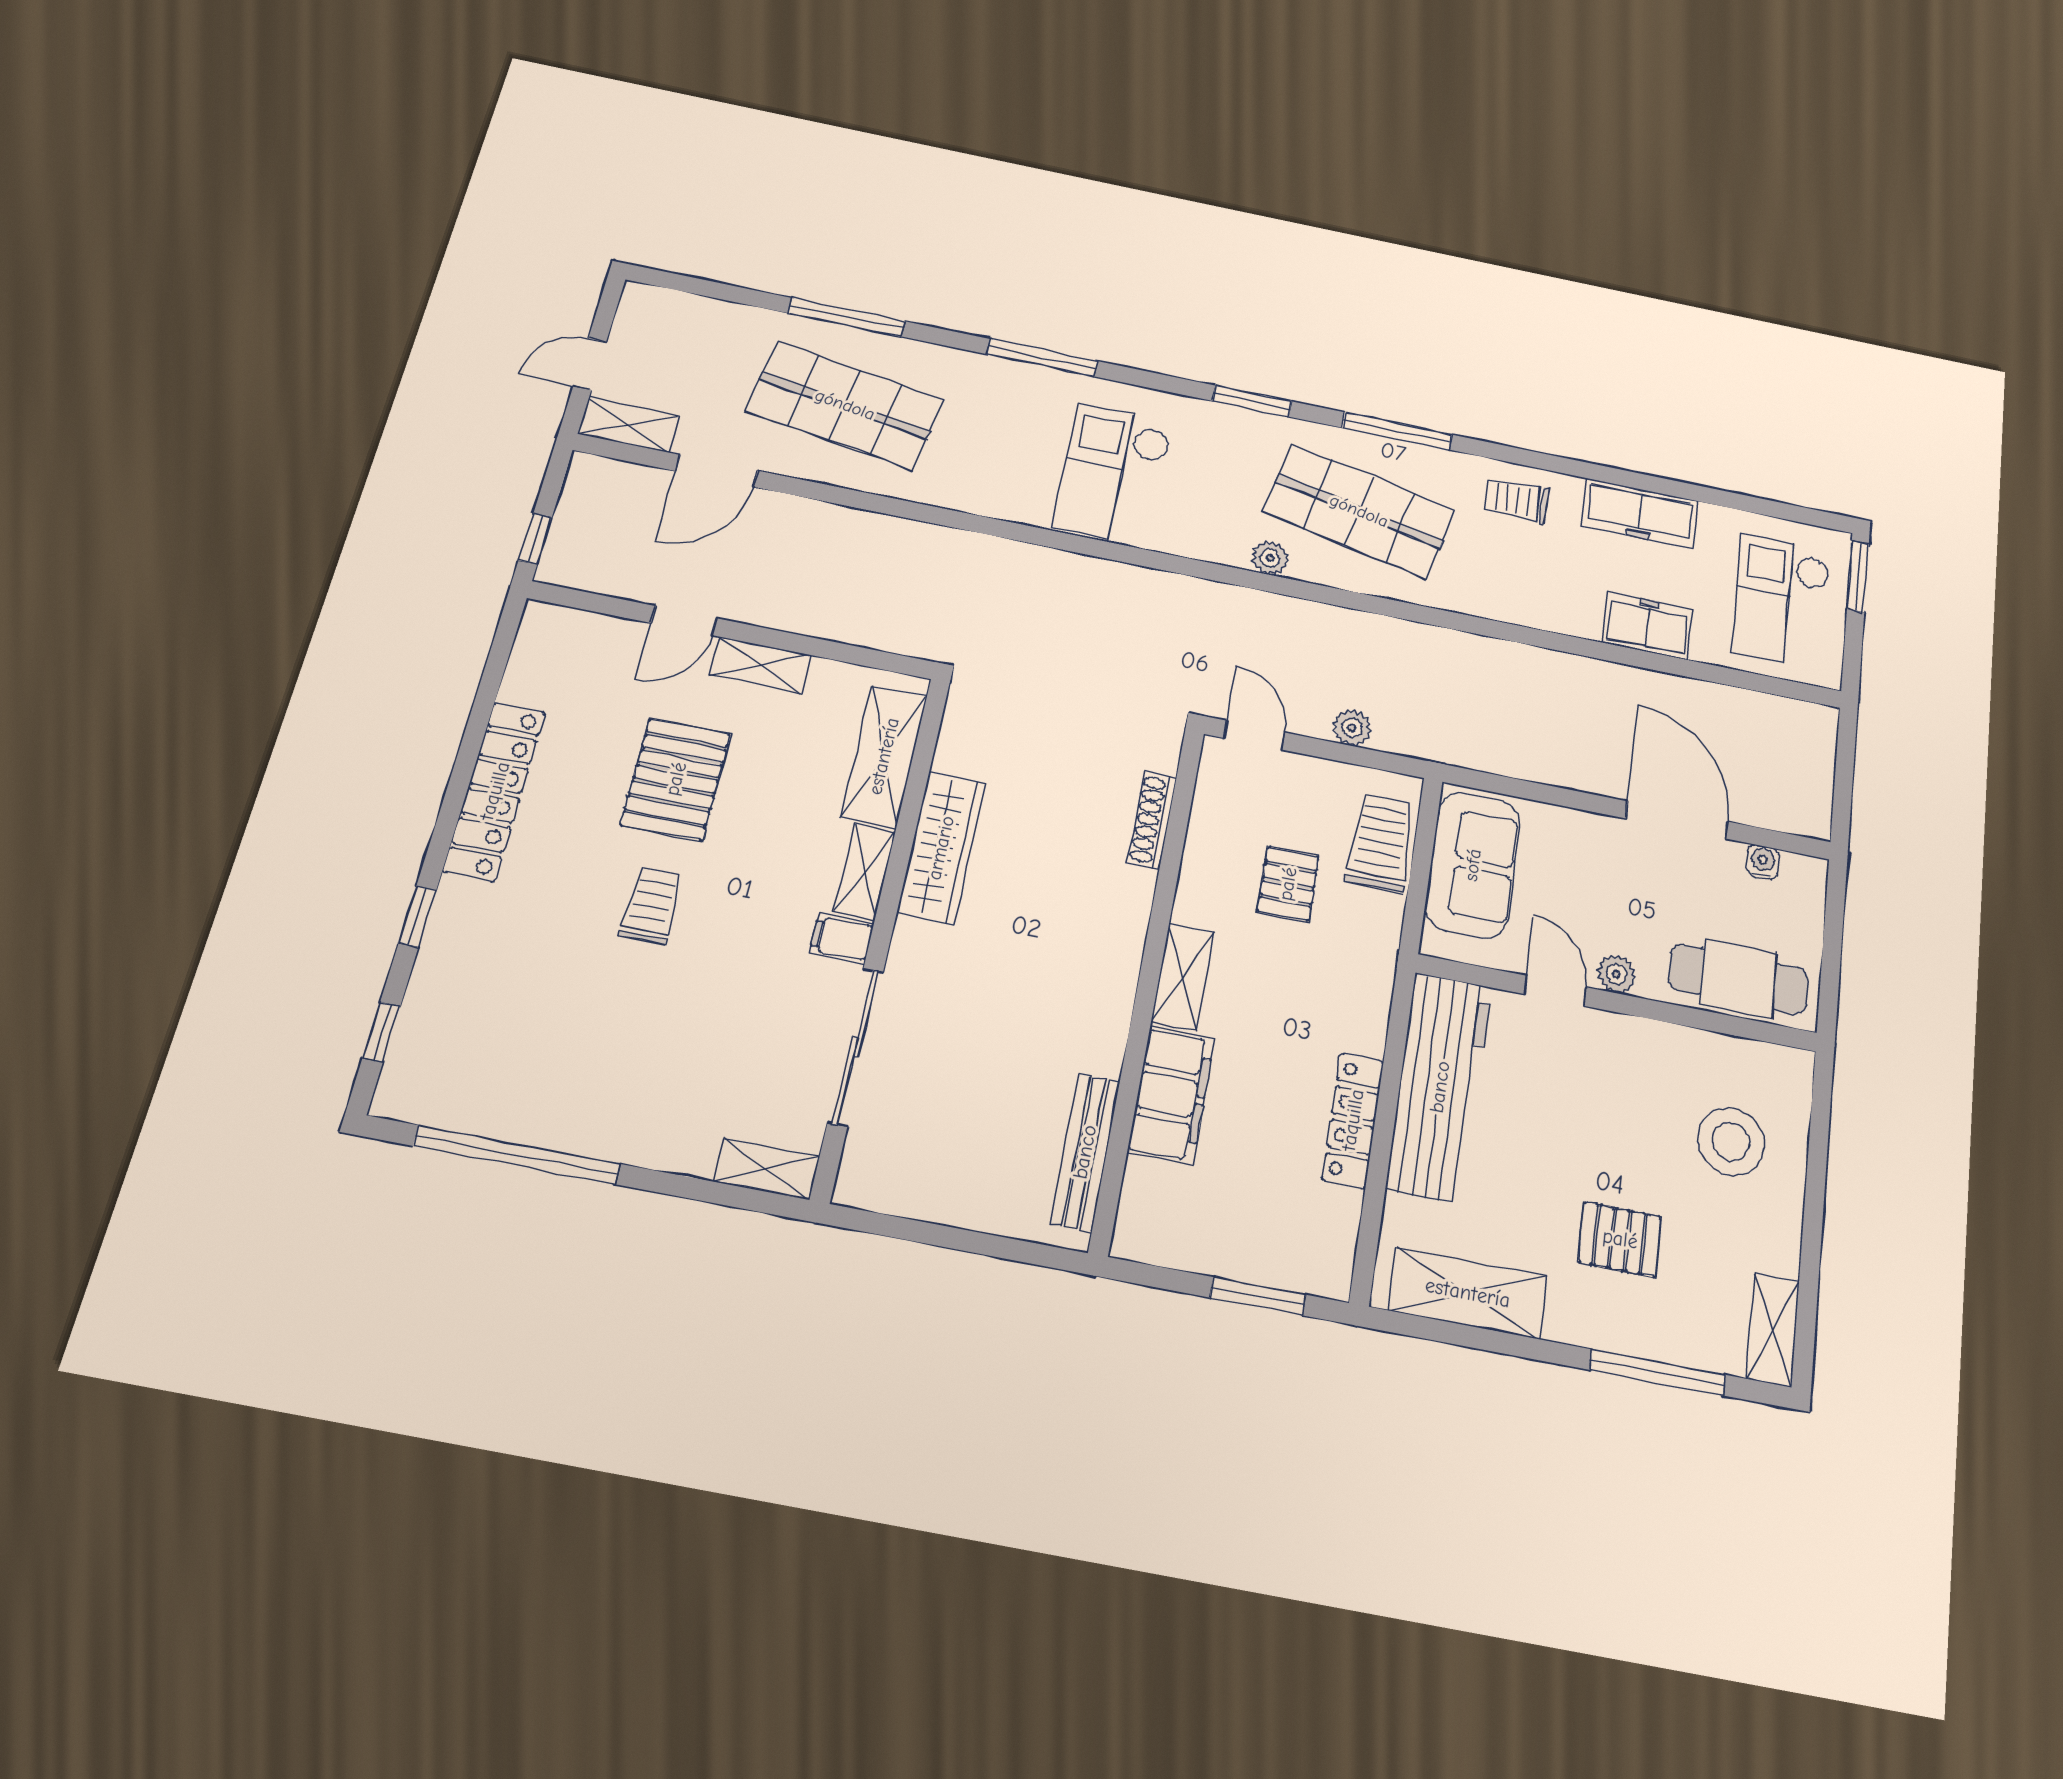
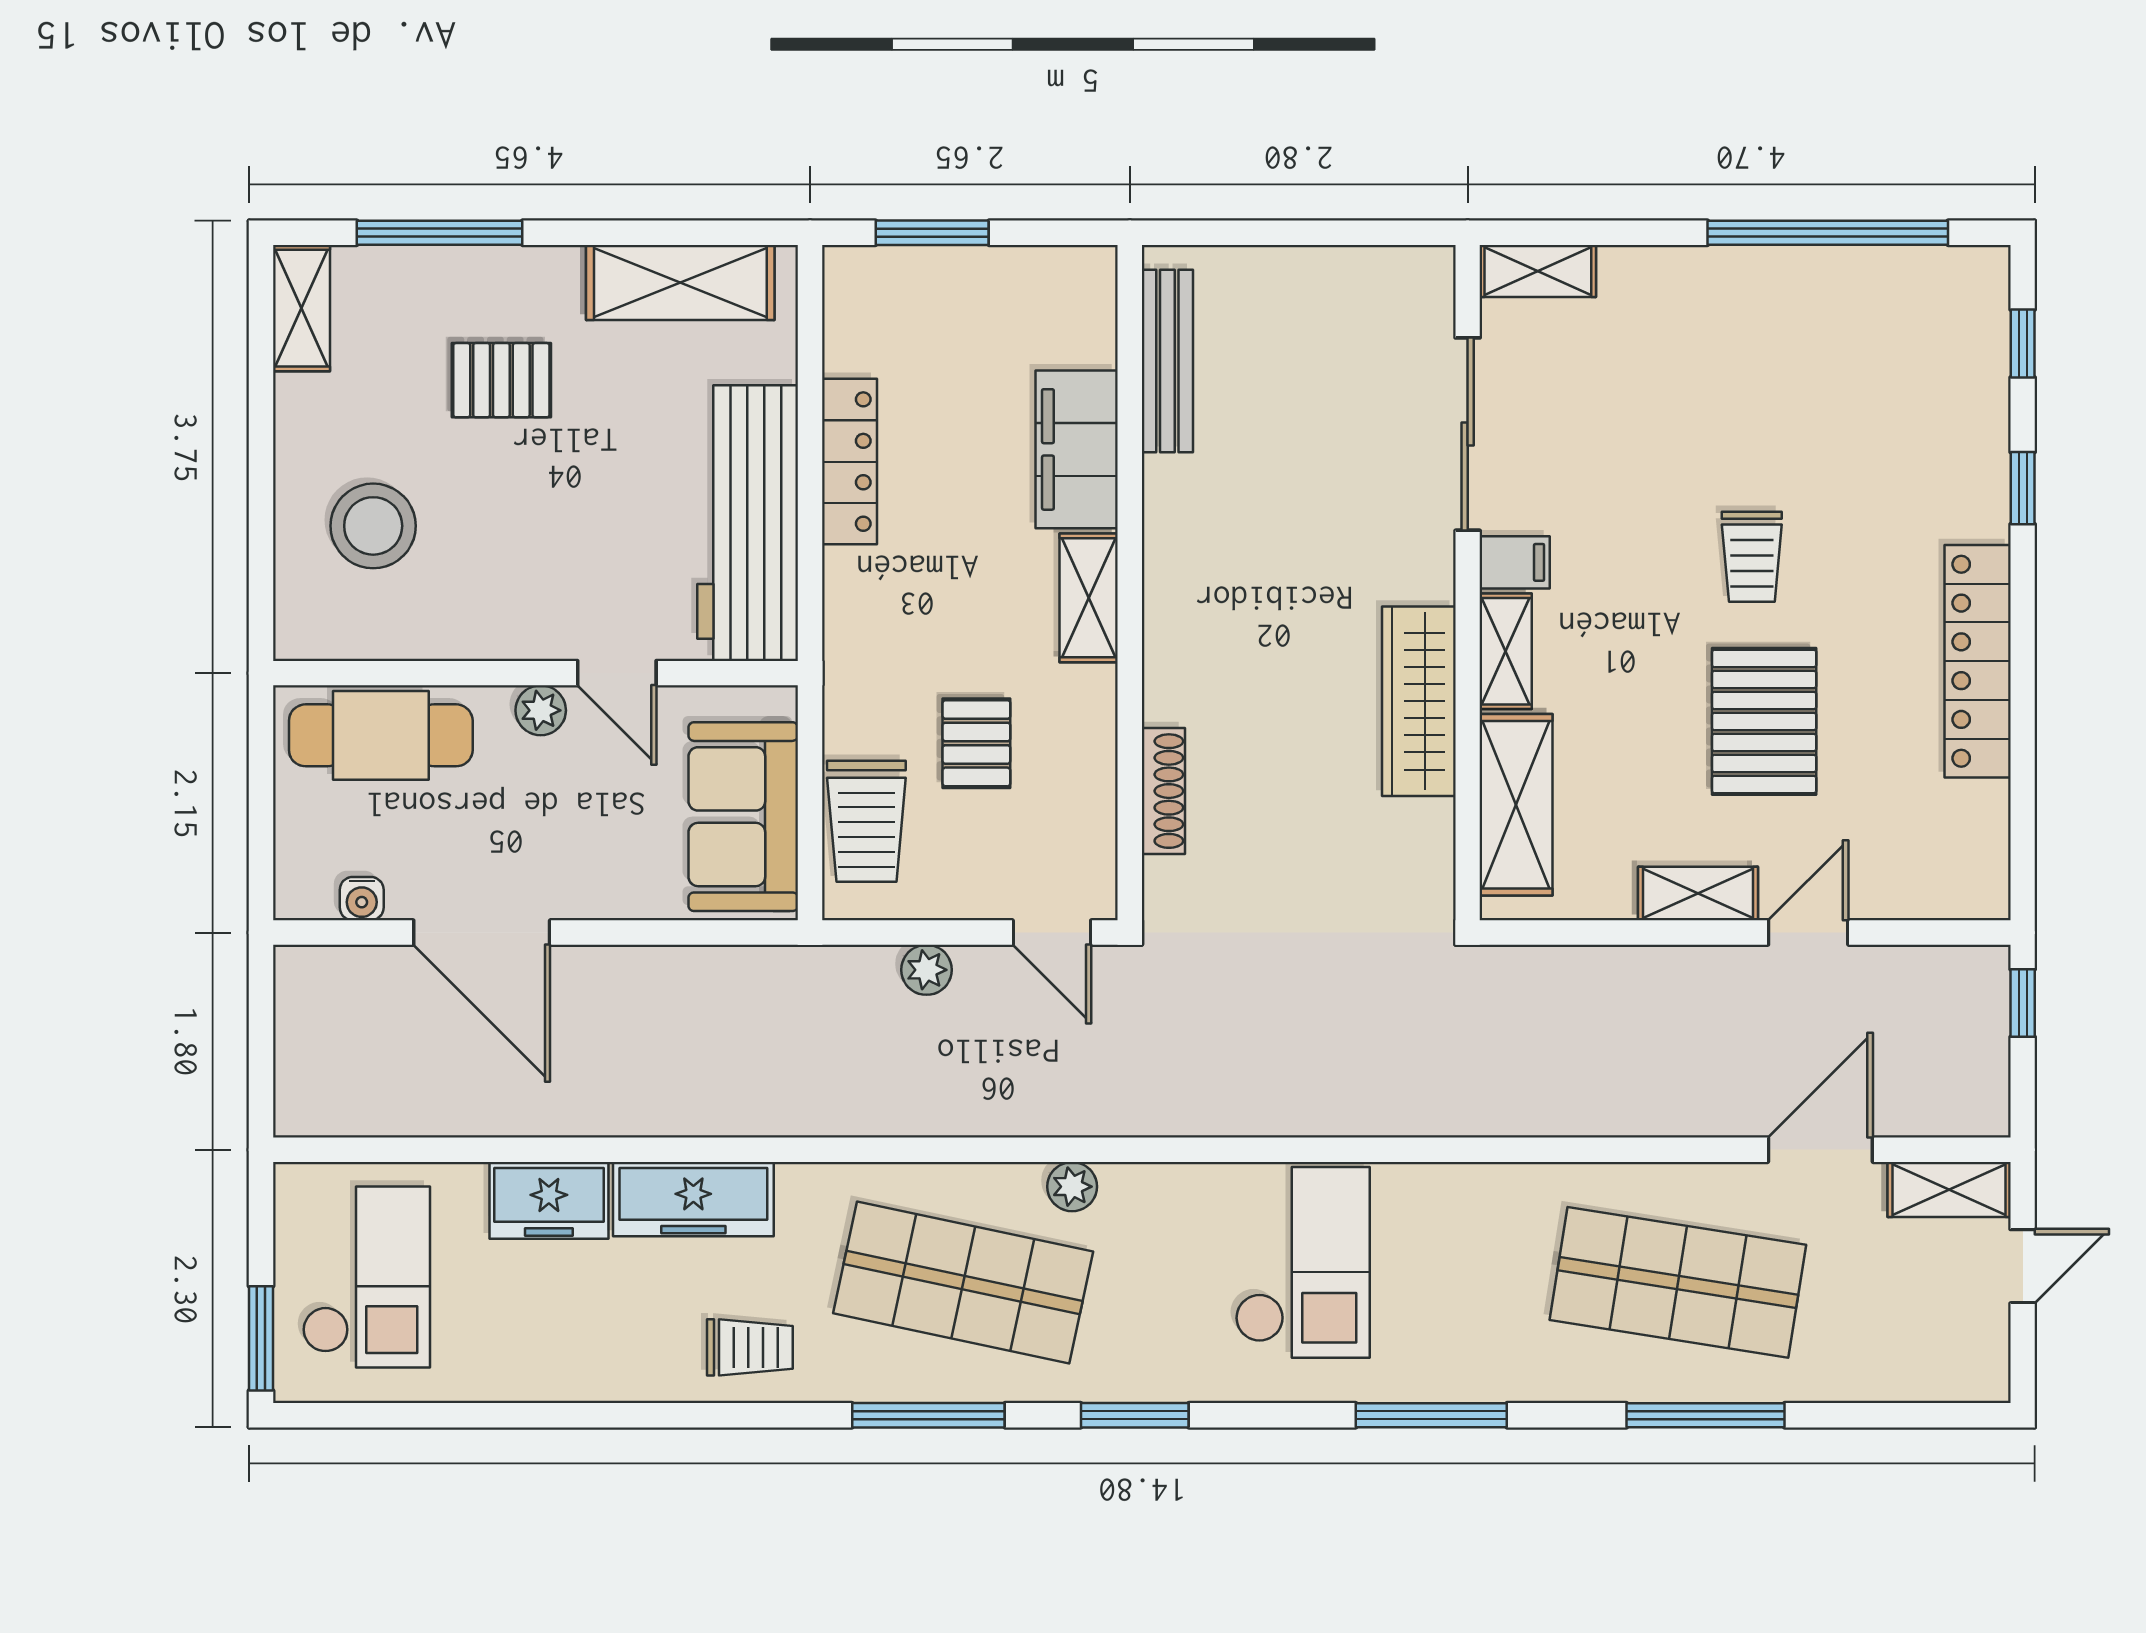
freezer: (1639, 513) -> (693, 1199), moved, turned 180

